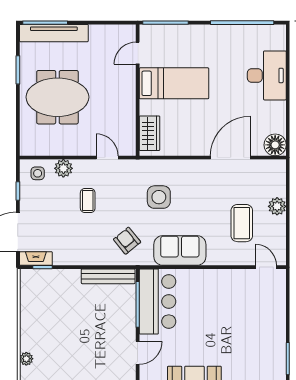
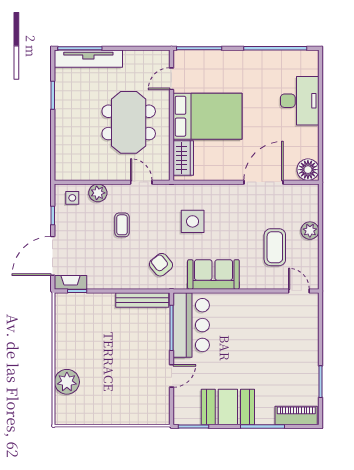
bed: (174, 83) -> (208, 116), width x1.50
meeting table: (57, 97) -> (129, 122), moved, turned 90
plant: (26, 359) -> (67, 382), width x1.87, depth x1.87

